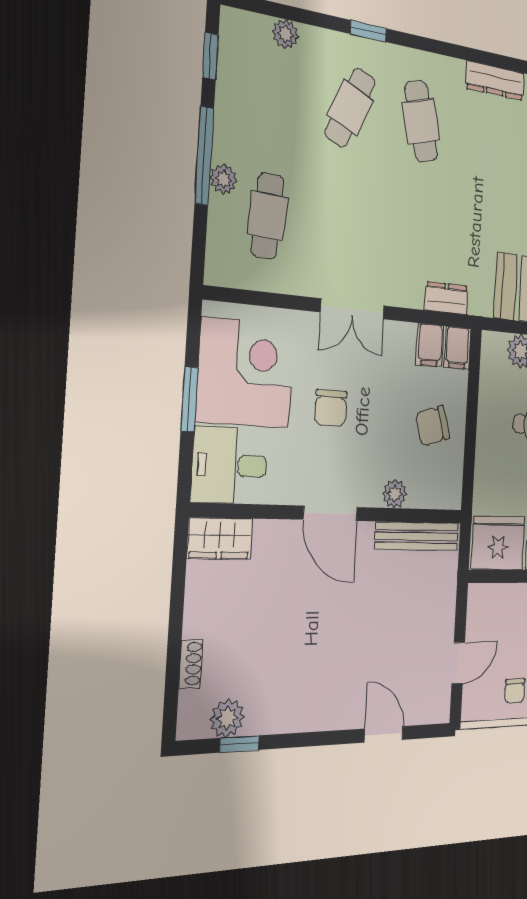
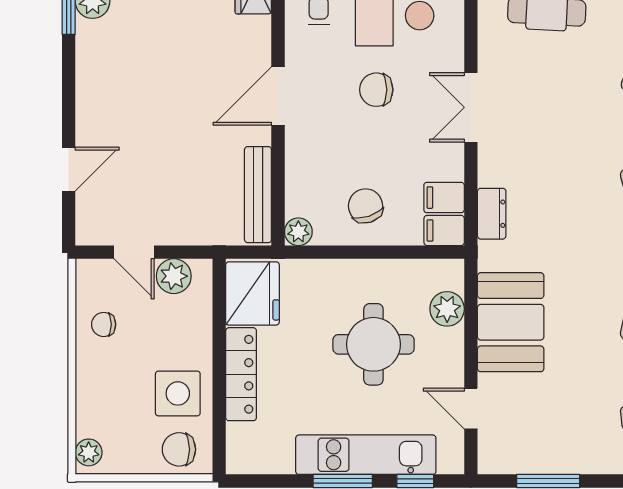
plant: (395, 494) -> (298, 232), moved
plant: (480, 622) -> (174, 276), added

